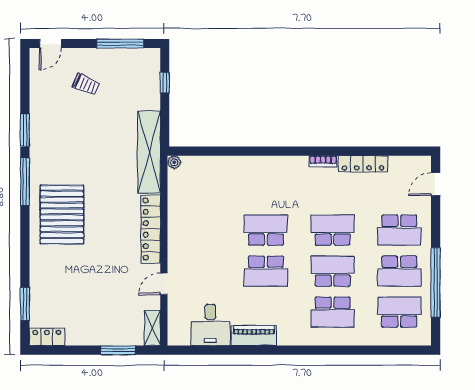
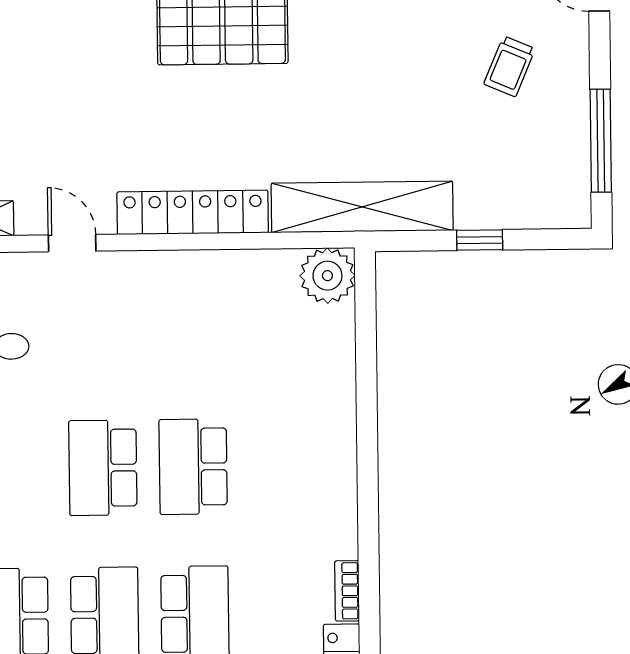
window: (165, 83) -> (480, 240), moved
plant: (174, 162) -> (327, 276), width x1.87, depth x1.87
school desk: (266, 230) -> (193, 467), turned 180

